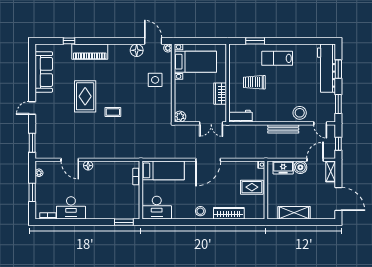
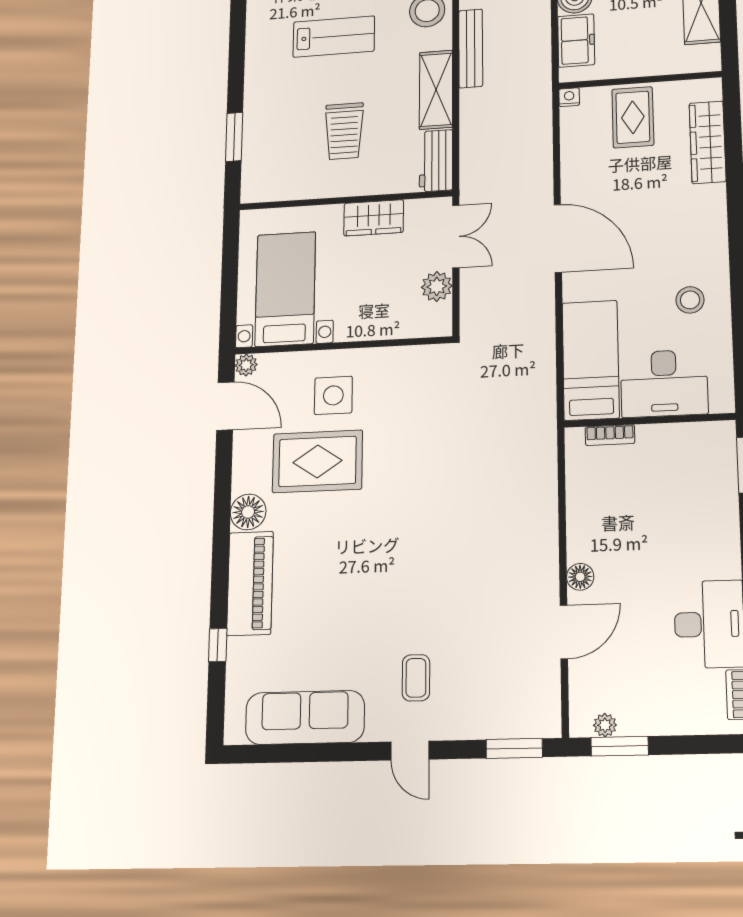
door: (153, 41) -> (225, 406), swing flipped
floor lamp: (137, 50) -> (248, 512), moved
lab bench: (277, 58) -> (334, 37), moved, turned -90
rug: (85, 96) -> (317, 461), moved
coffee table: (113, 112) -> (416, 678), moved
shelving: (268, 116) -> (436, 90), added
plant: (180, 117) -> (437, 286), moved
window: (32, 192) -> (620, 746), moved
desk: (157, 208) -> (664, 383), moved, turned 90
stool: (200, 211) -> (690, 300), moved
wardrobe: (229, 213) -> (708, 142), moved

